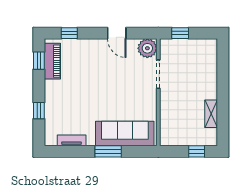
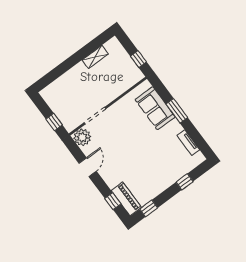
piano: (52, 61) -> (126, 199), moved, turned 90
sofa: (125, 133) -> (155, 108), width x0.73
window: (197, 151) -> (138, 59), moved

